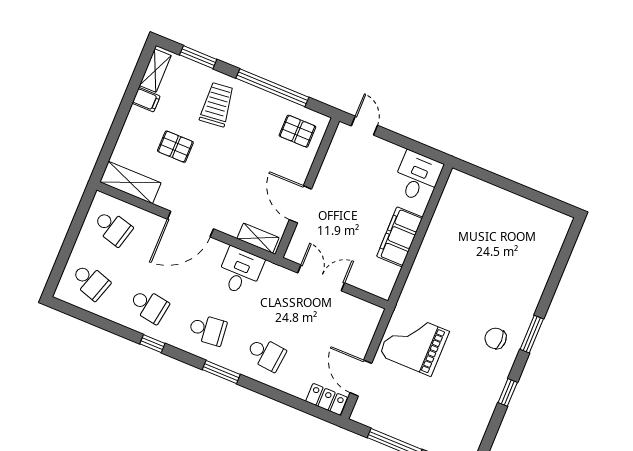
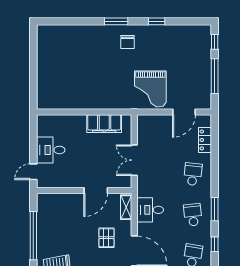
pallet: (297, 131) -> (106, 238), moved
desk: (418, 177) -> (51, 150), moved
filing cabinet: (400, 237) -> (104, 124), moved
window: (221, 372) -> (215, 209), moved
locker: (327, 399) -> (205, 140), moved

